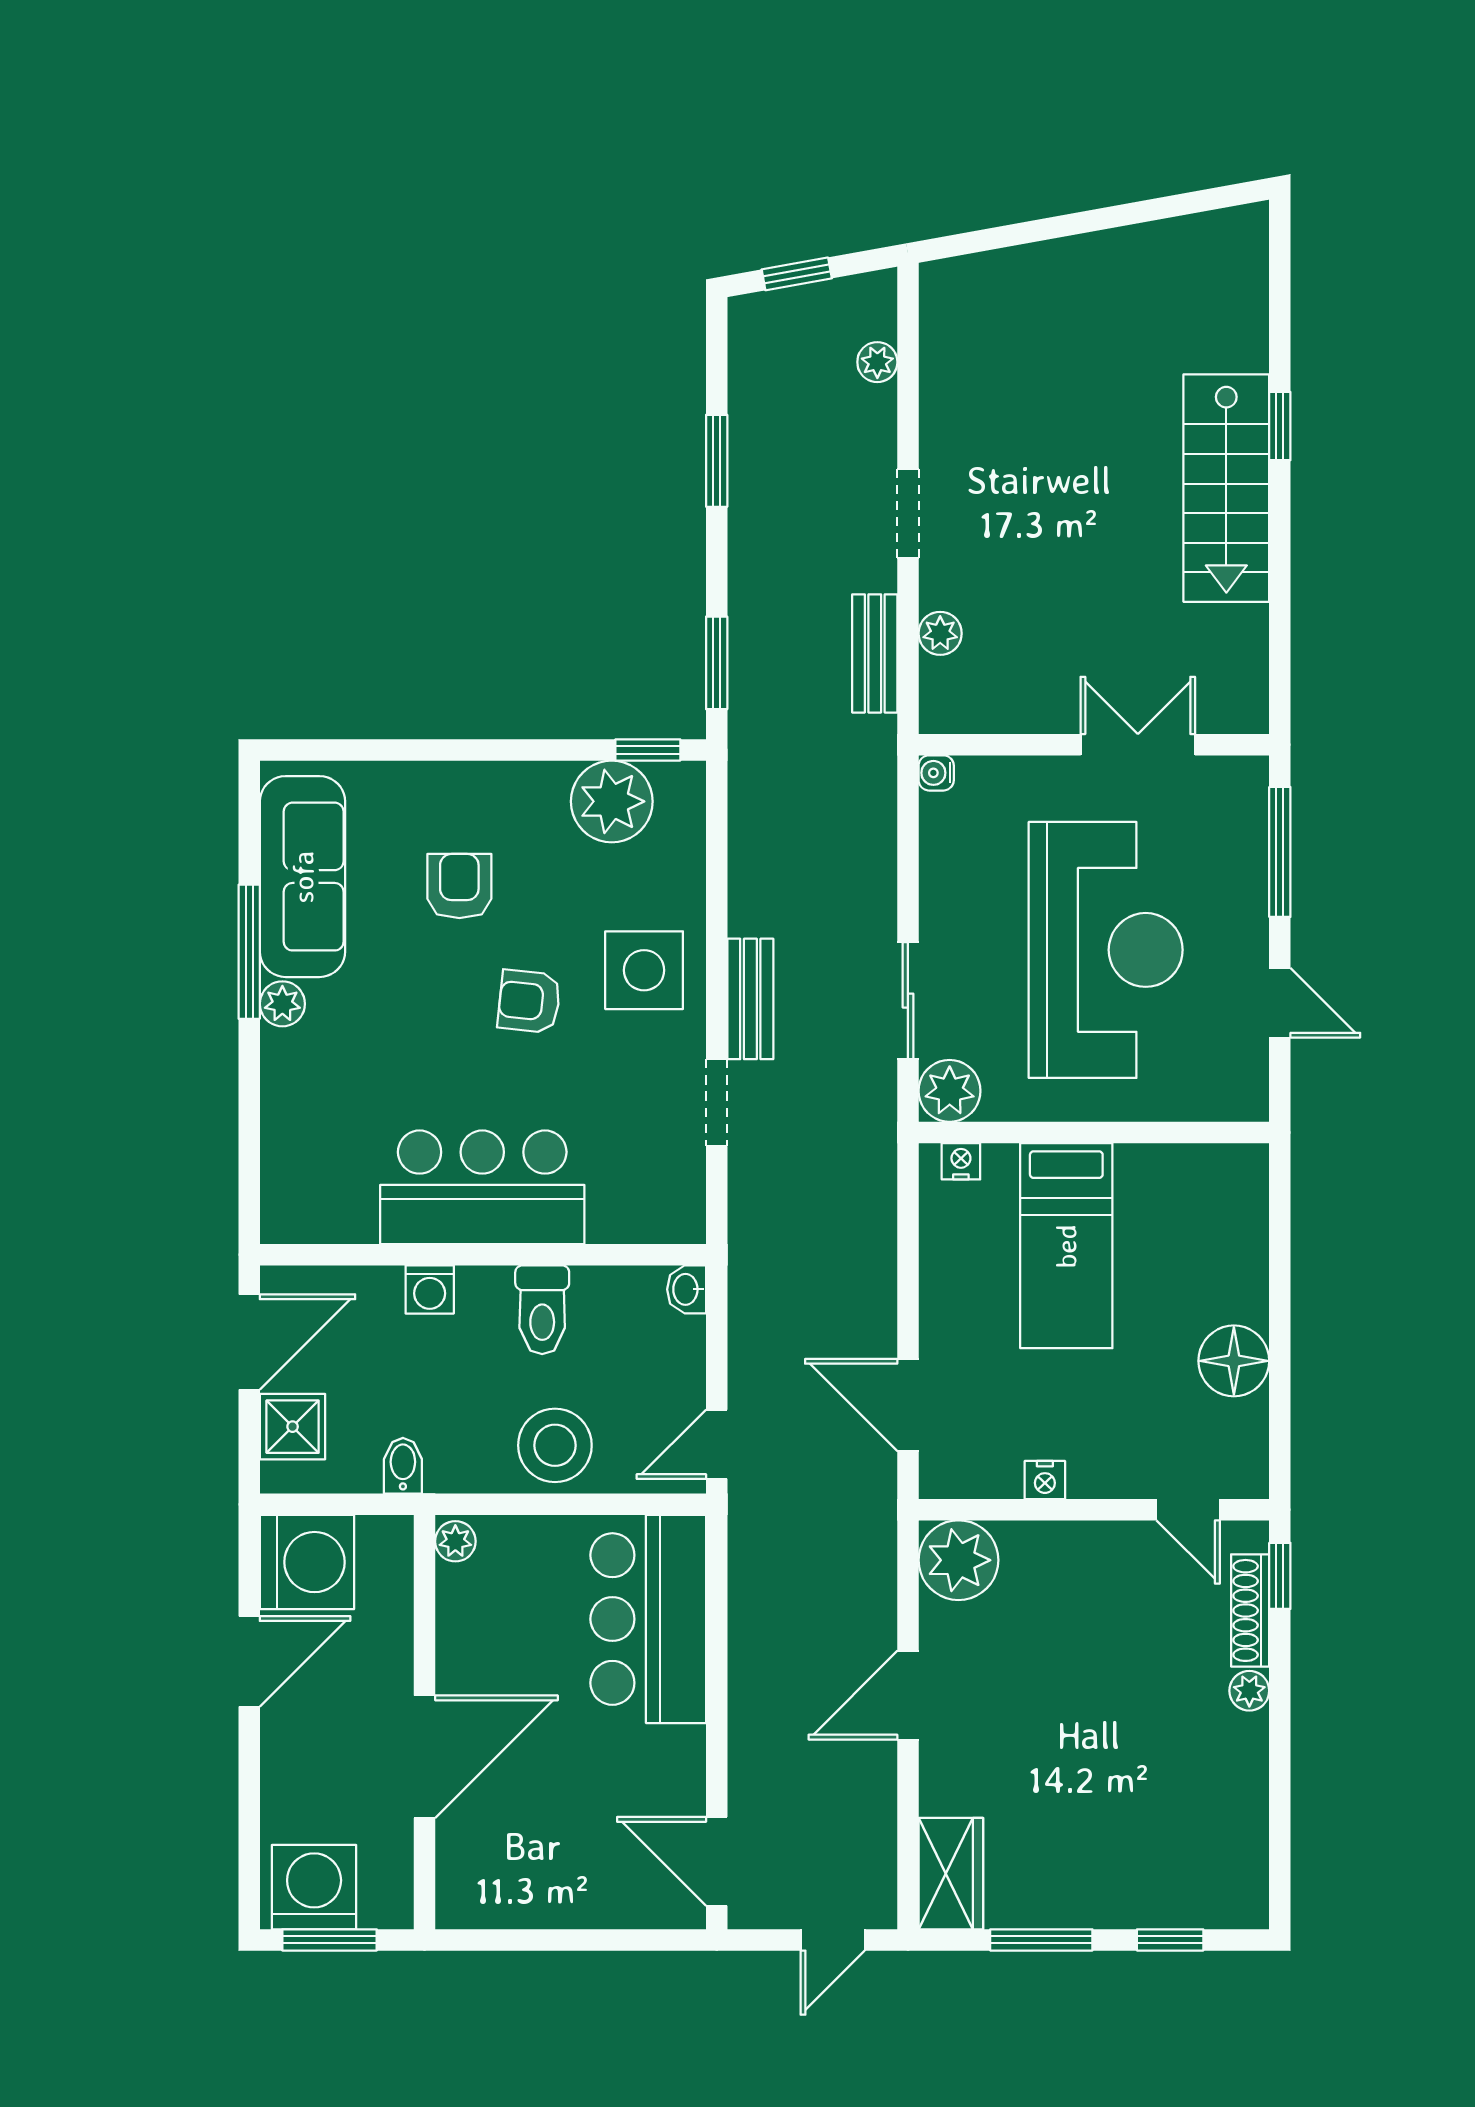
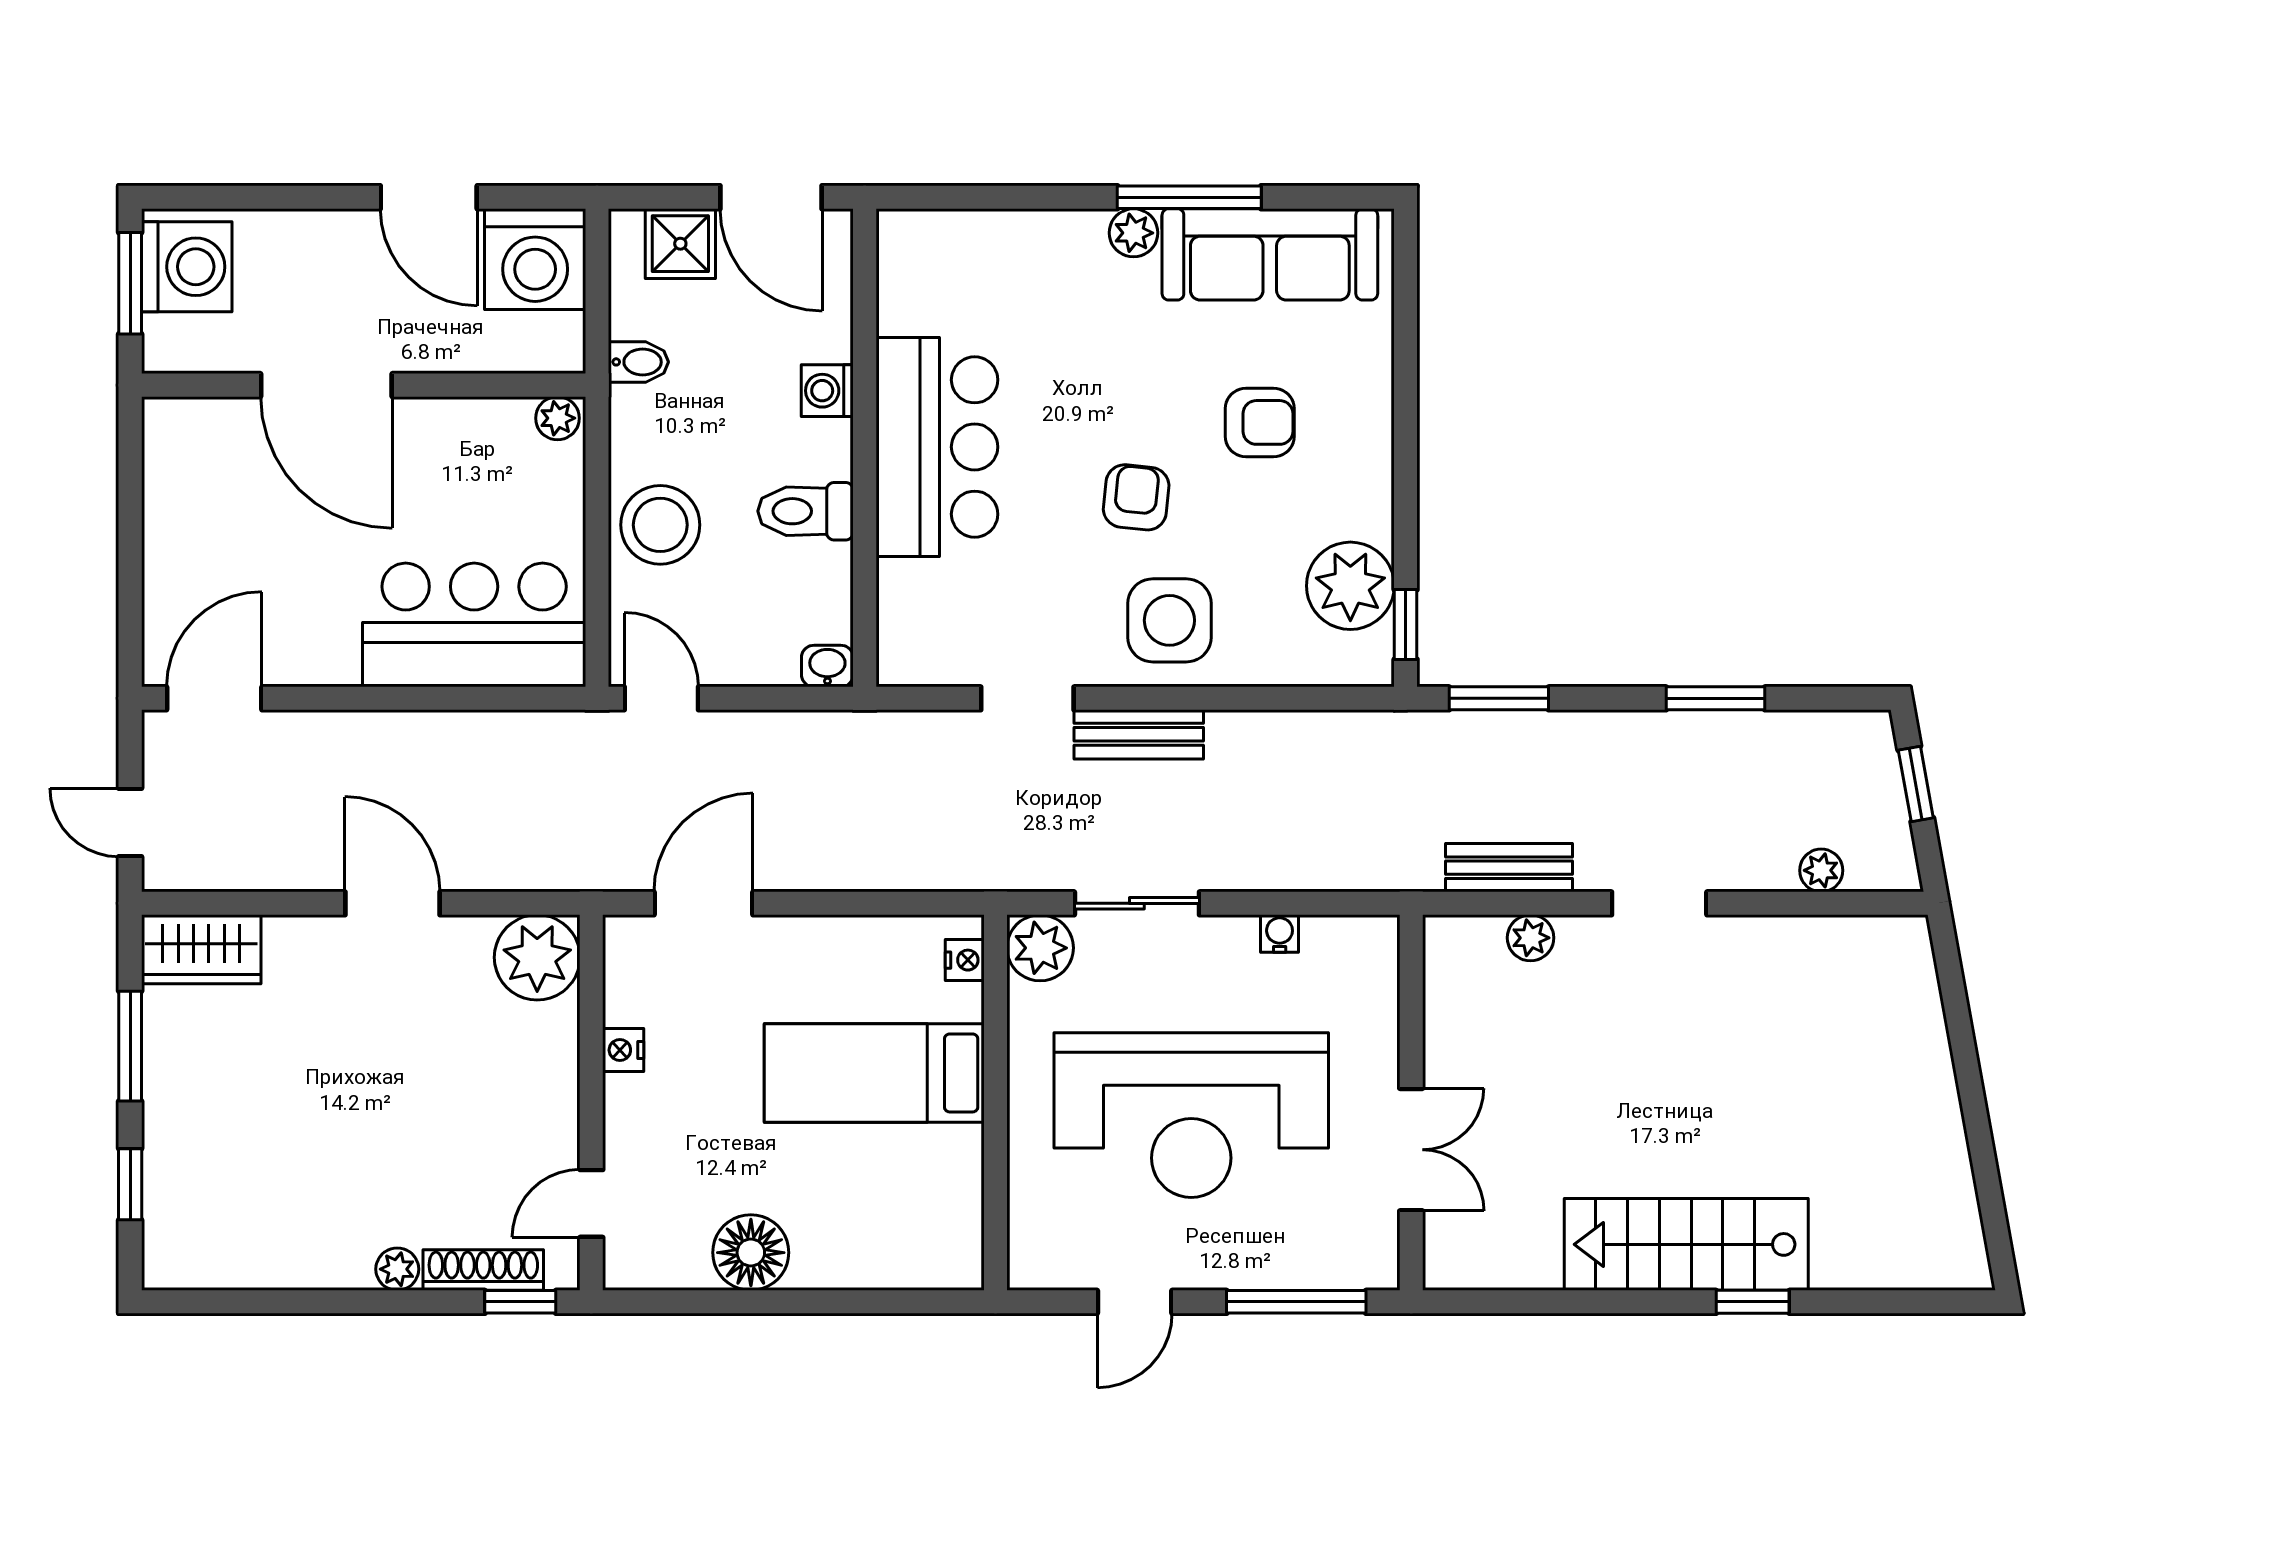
water cooler: (936, 773) -> (1280, 934), moved

